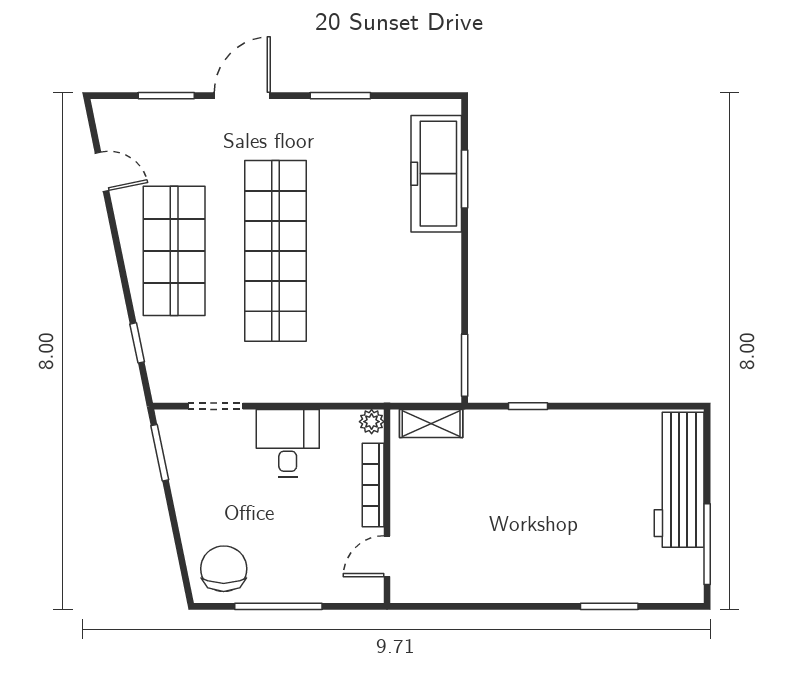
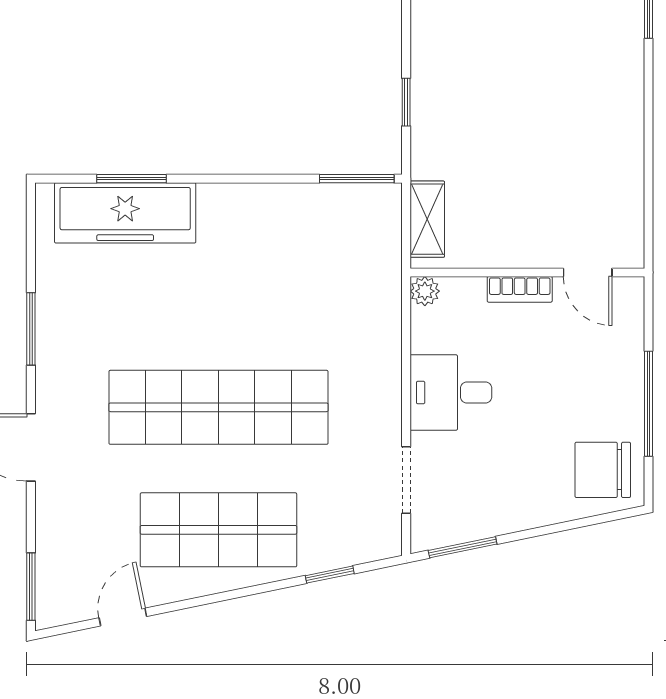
window: (166, 96) -> (31, 587), moved
bookcase: (373, 485) -> (520, 289), width x0.64

